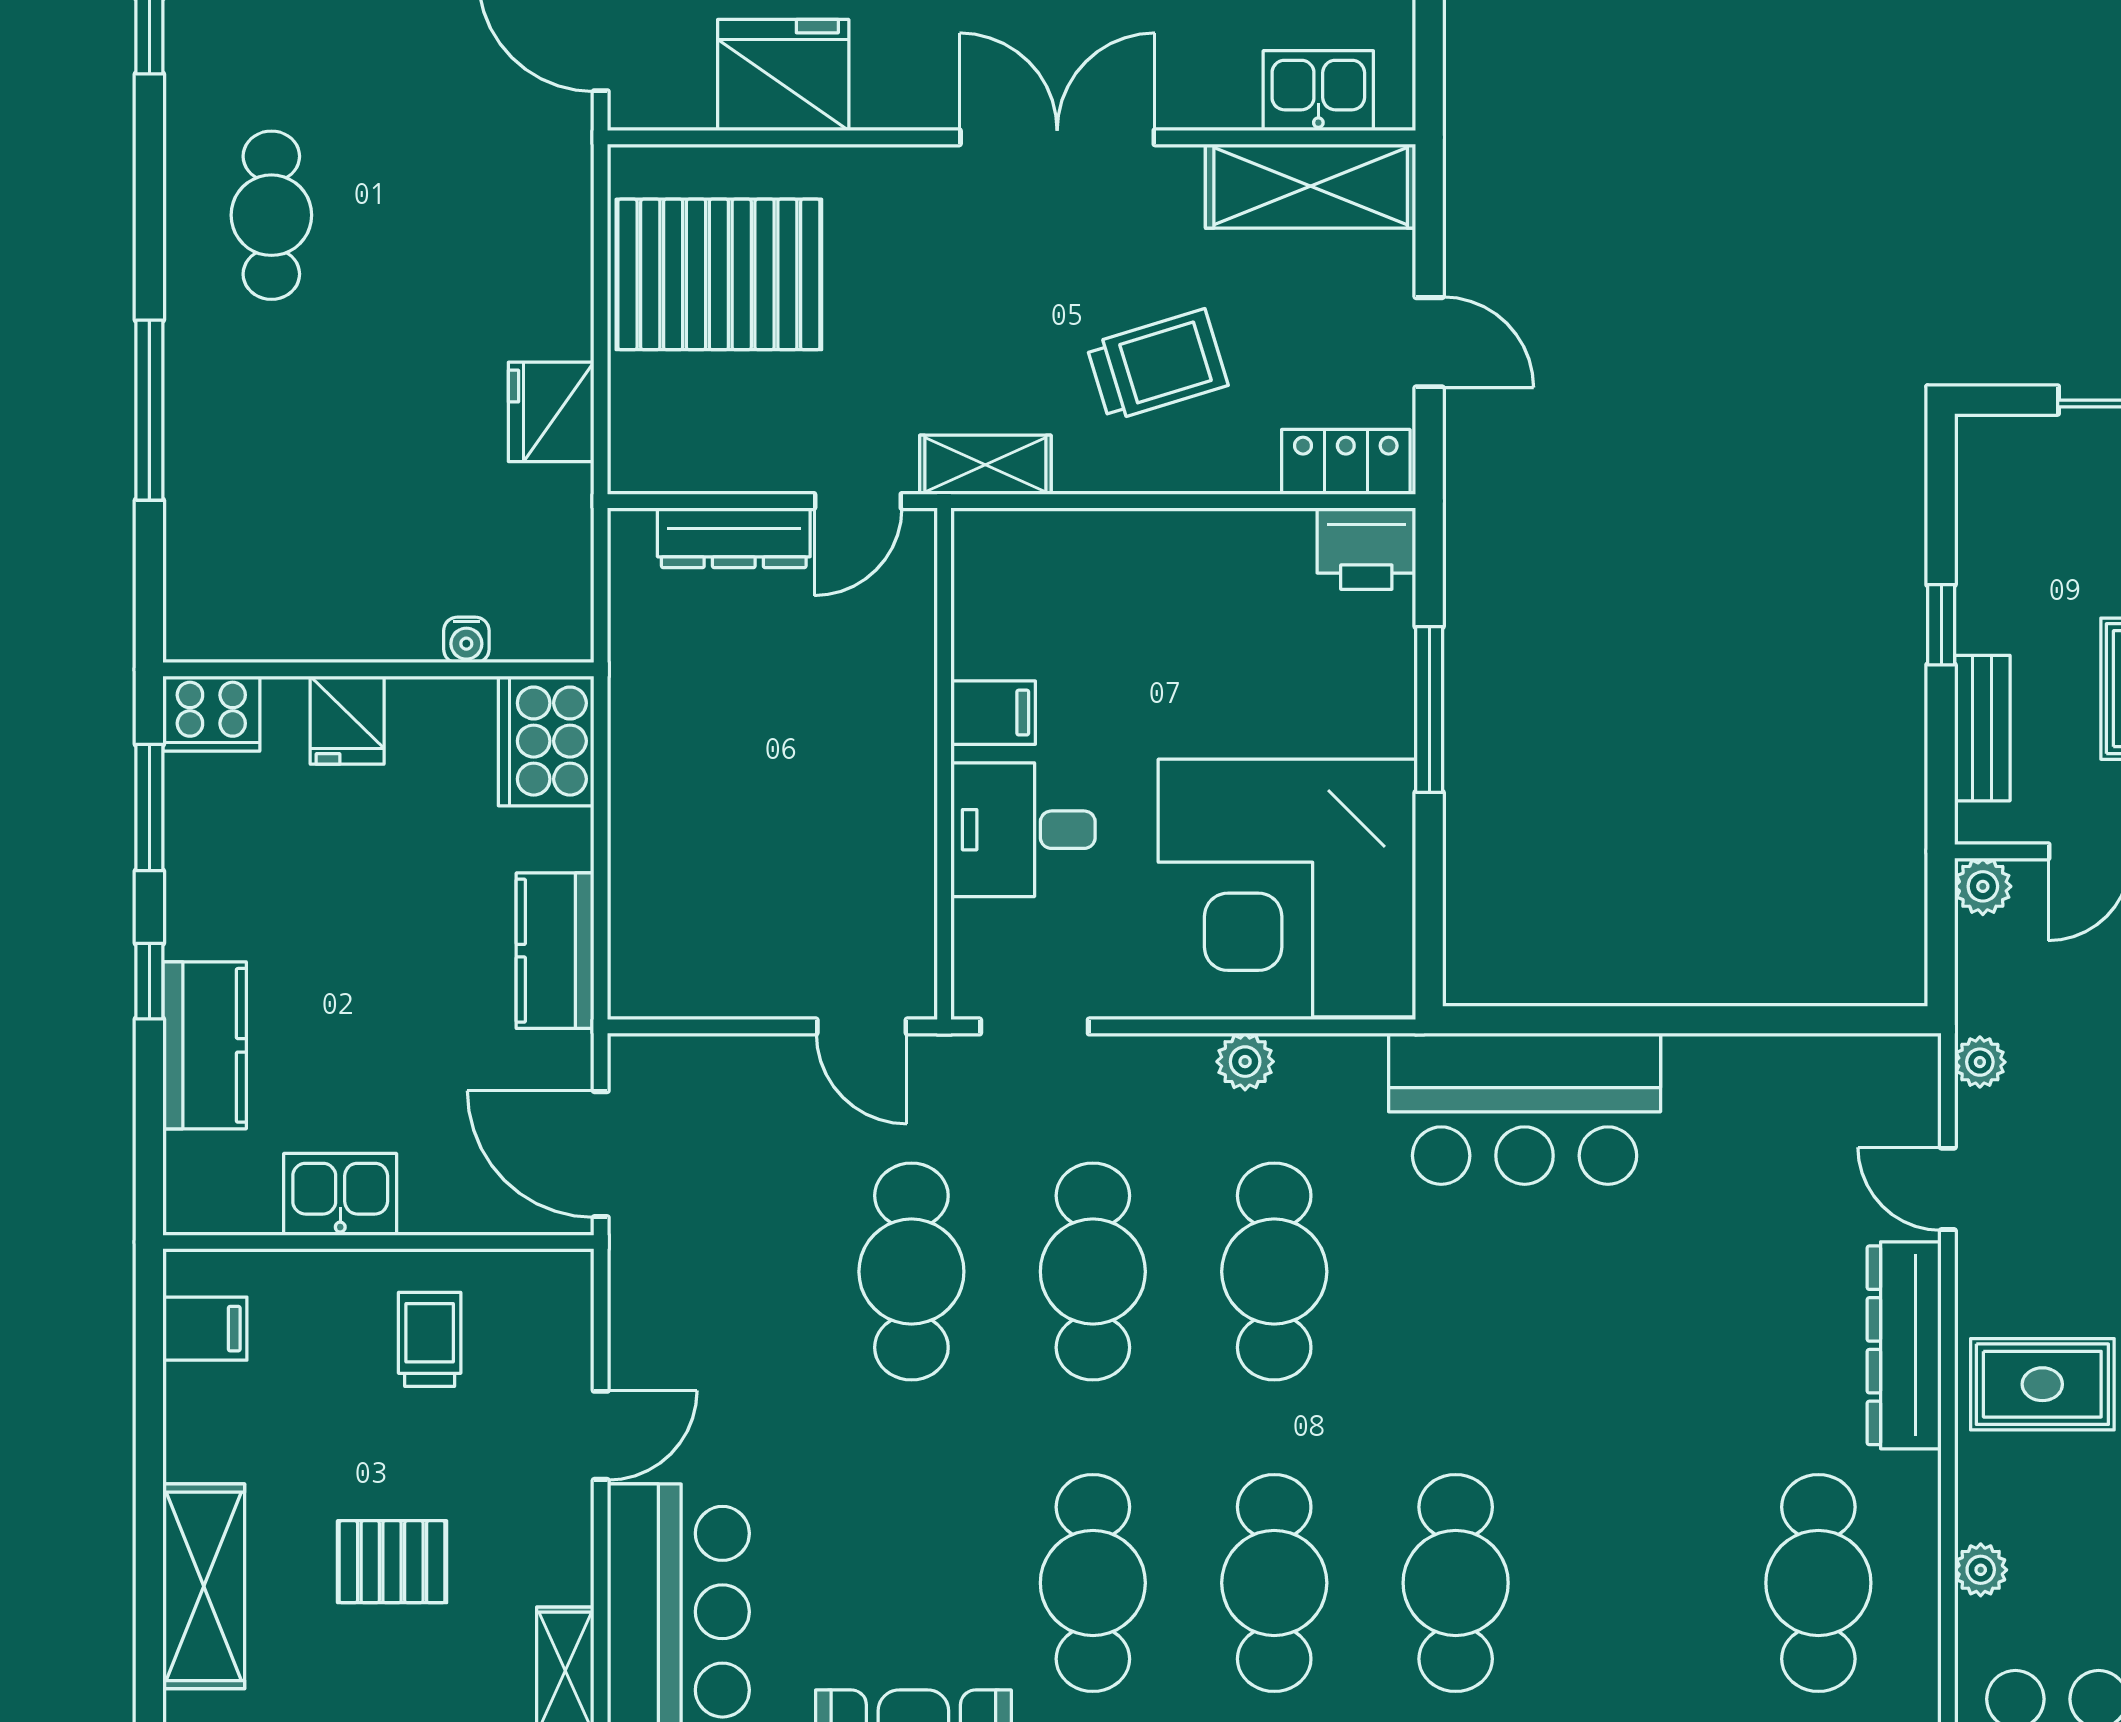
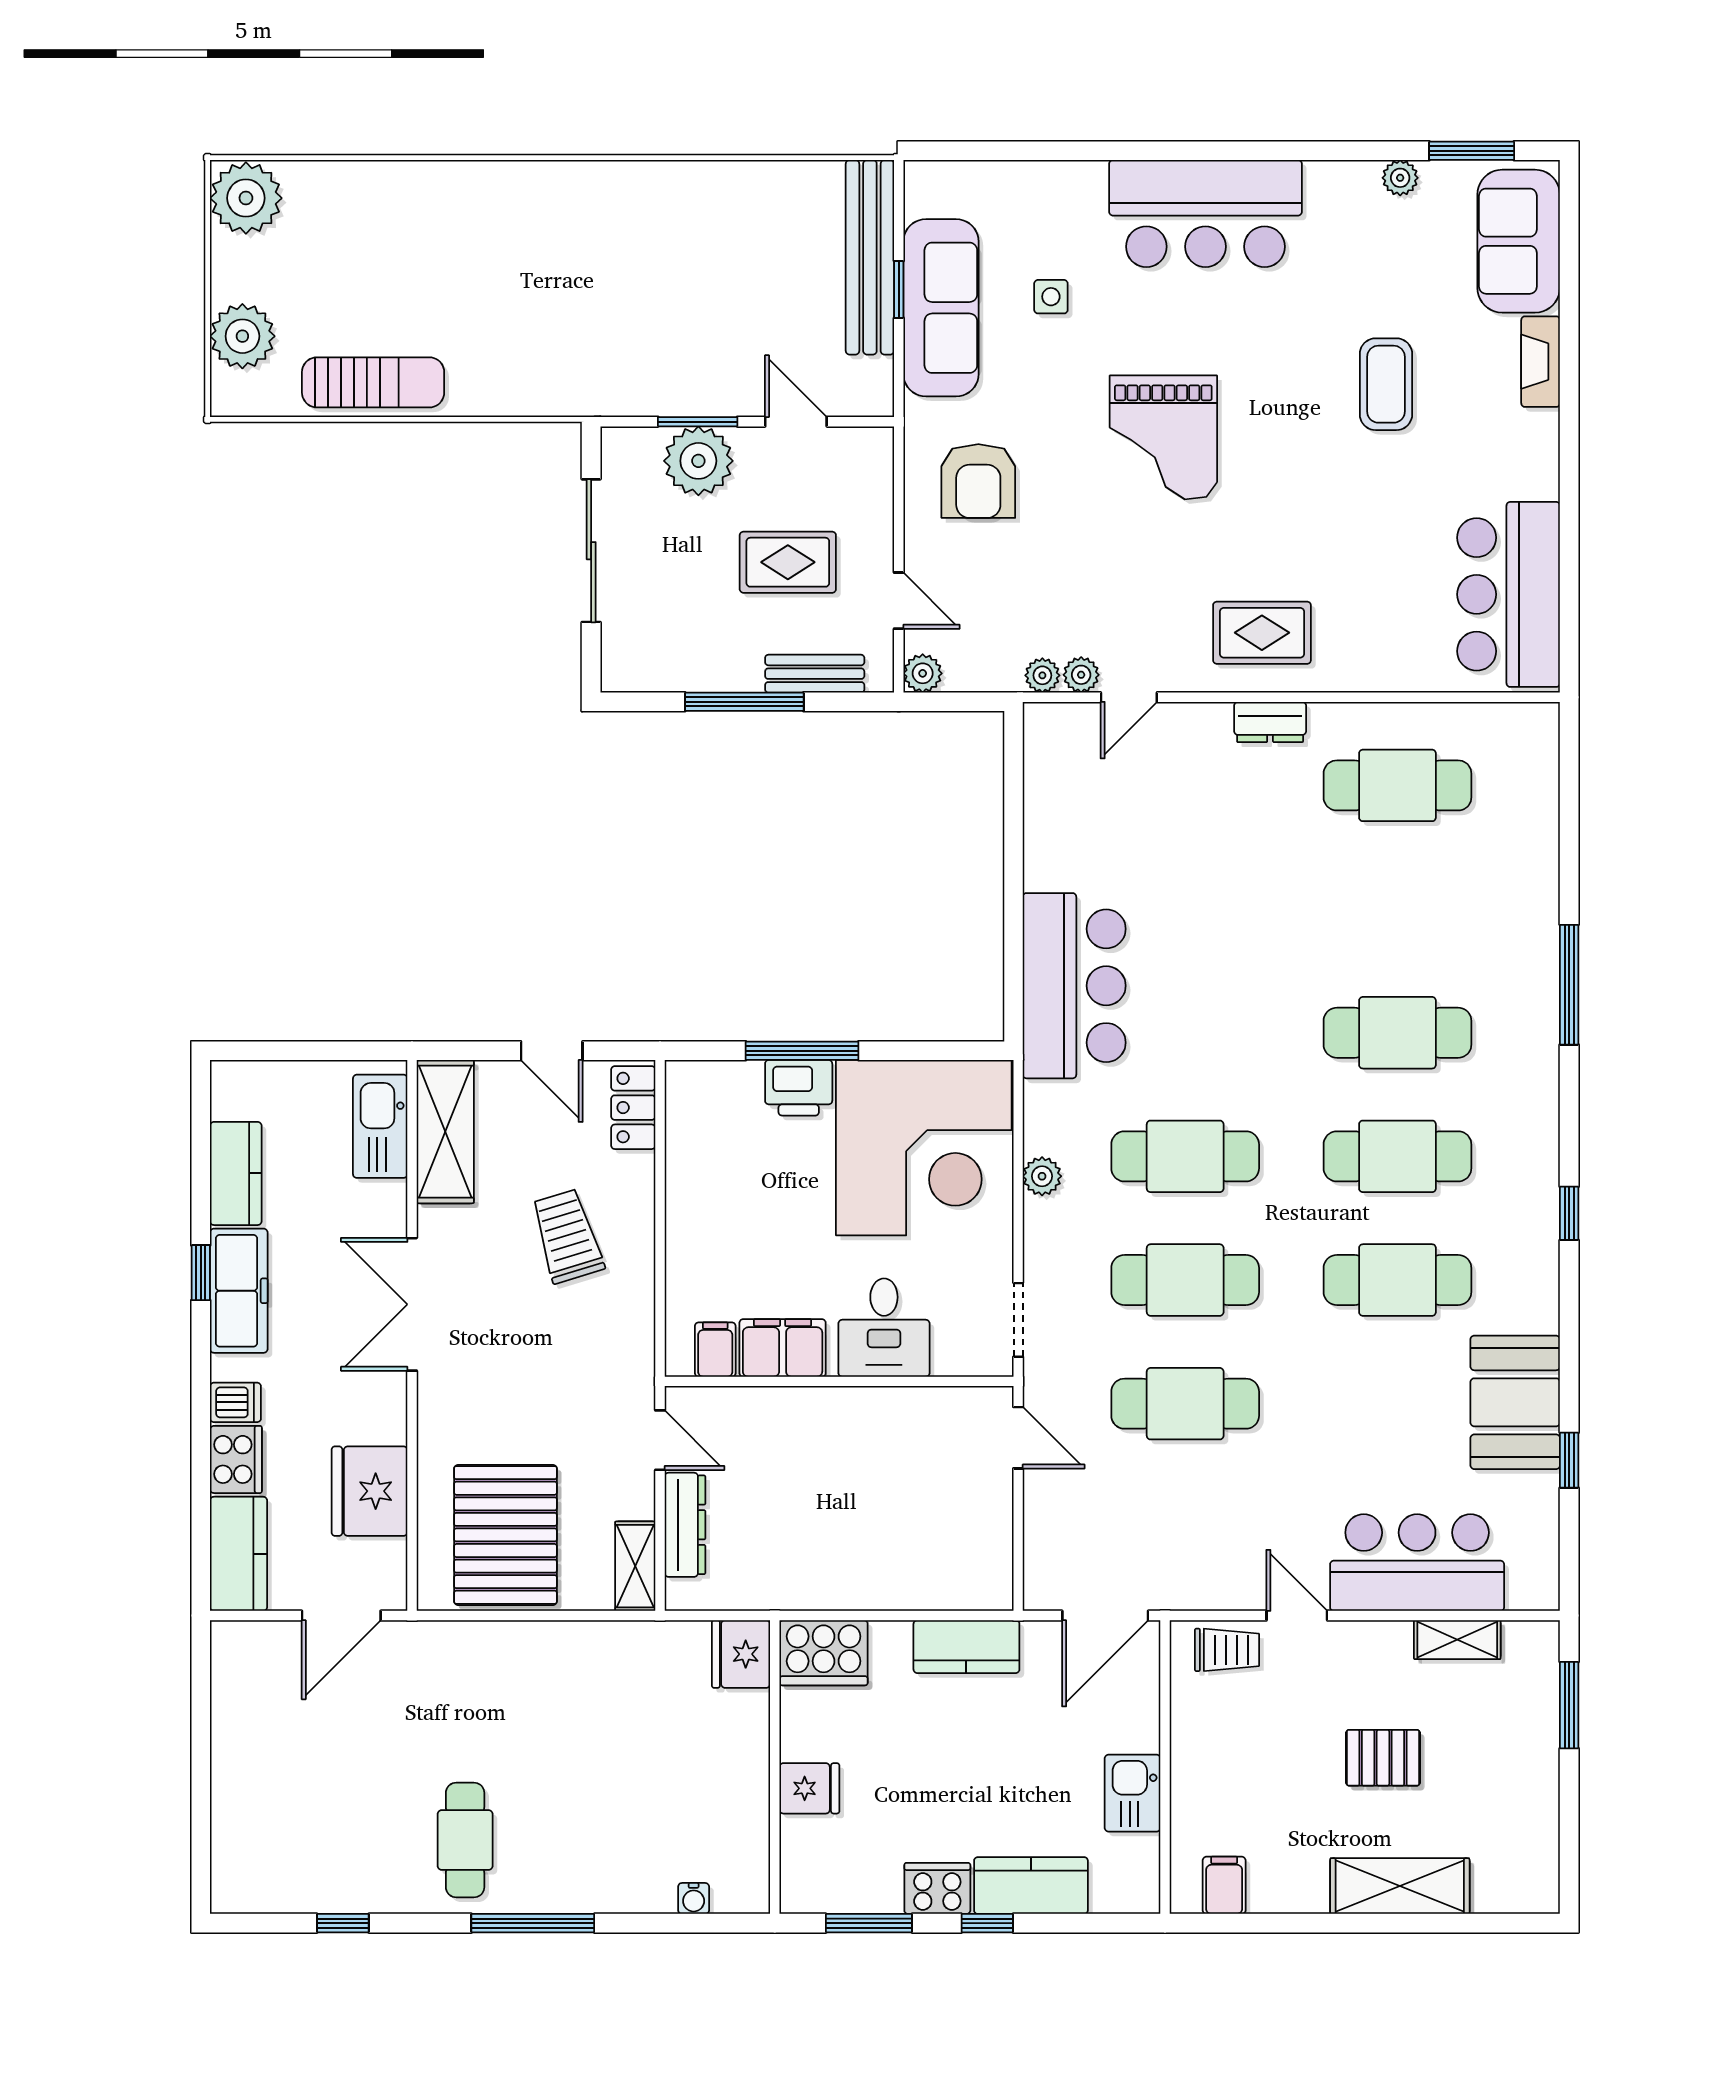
kitchen sink: (1318, 91) -> (380, 1126), width x1.38
cafe table: (271, 215) -> (465, 1840), turned 90
door: (1429, 342) -> (552, 1051), swing flipped
window: (149, 410) -> (533, 1923), moved
fridge: (551, 412) -> (741, 1654), moved, turned 90
shelving: (985, 465) -> (635, 1566), moved
printer: (1366, 549) -> (799, 1088), moved, turned 90
filing cabinet: (991, 582) -> (715, 1350), added
window: (1941, 625) -> (744, 702), width x2.17
water cooler: (466, 640) -> (694, 1898), moved, turned 90
filing cabinet: (993, 713) -> (783, 1348), width x2.00
cooker: (211, 714) -> (937, 1888), moved, turned -90
door: (862, 1026) -> (1018, 1438), hinge flipped
trolley: (430, 1339) -> (1227, 1650), moved, turned 180
dresser: (1904, 1345) -> (1270, 722), width x0.51, depth x0.80
rug: (2042, 1384) -> (1262, 633), turned 90
pallet: (392, 1562) -> (1383, 1758), turned 90
plant: (1981, 1570) -> (1081, 675), moved

